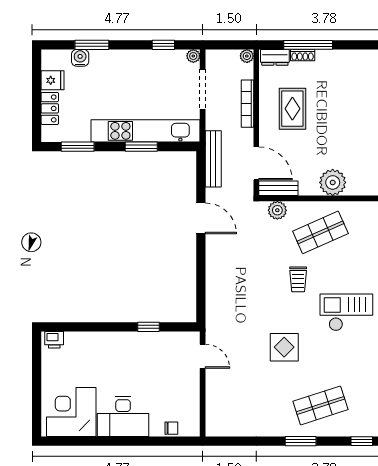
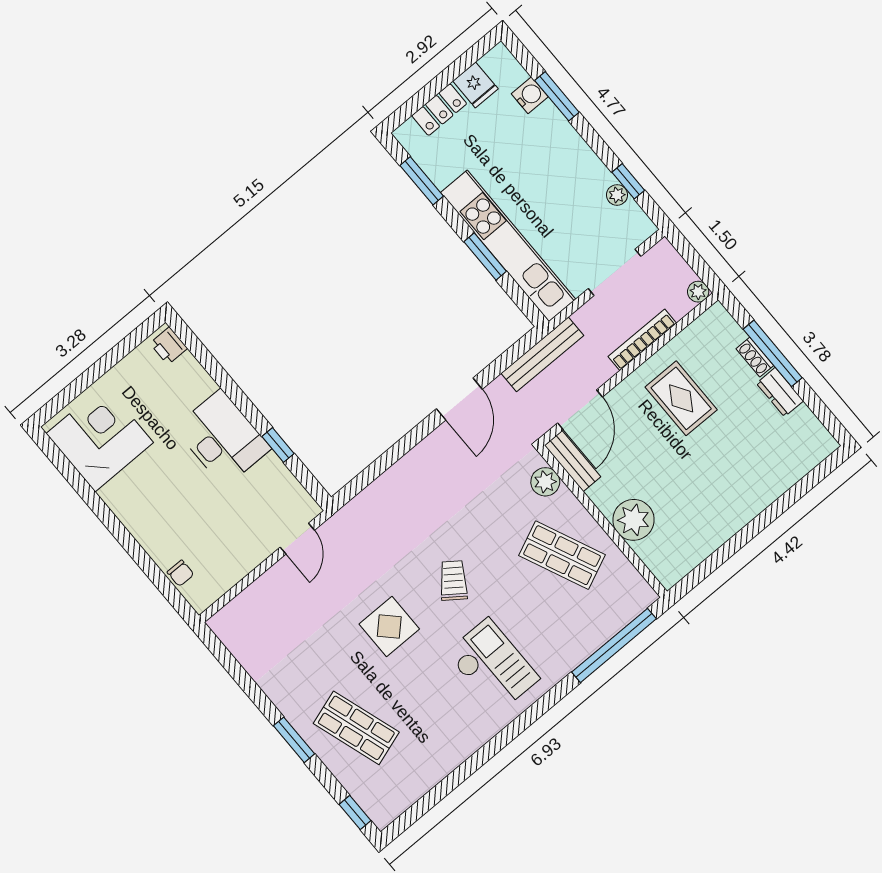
plant: (193, 56) -> (617, 195), moved
dresser: (275, 57) -> (780, 392), moved
rug: (292, 109) -> (681, 398), turned 90
trolley: (298, 279) -> (453, 580), moved, turned 126
desk: (123, 417) -> (222, 438), moved, turned 180

